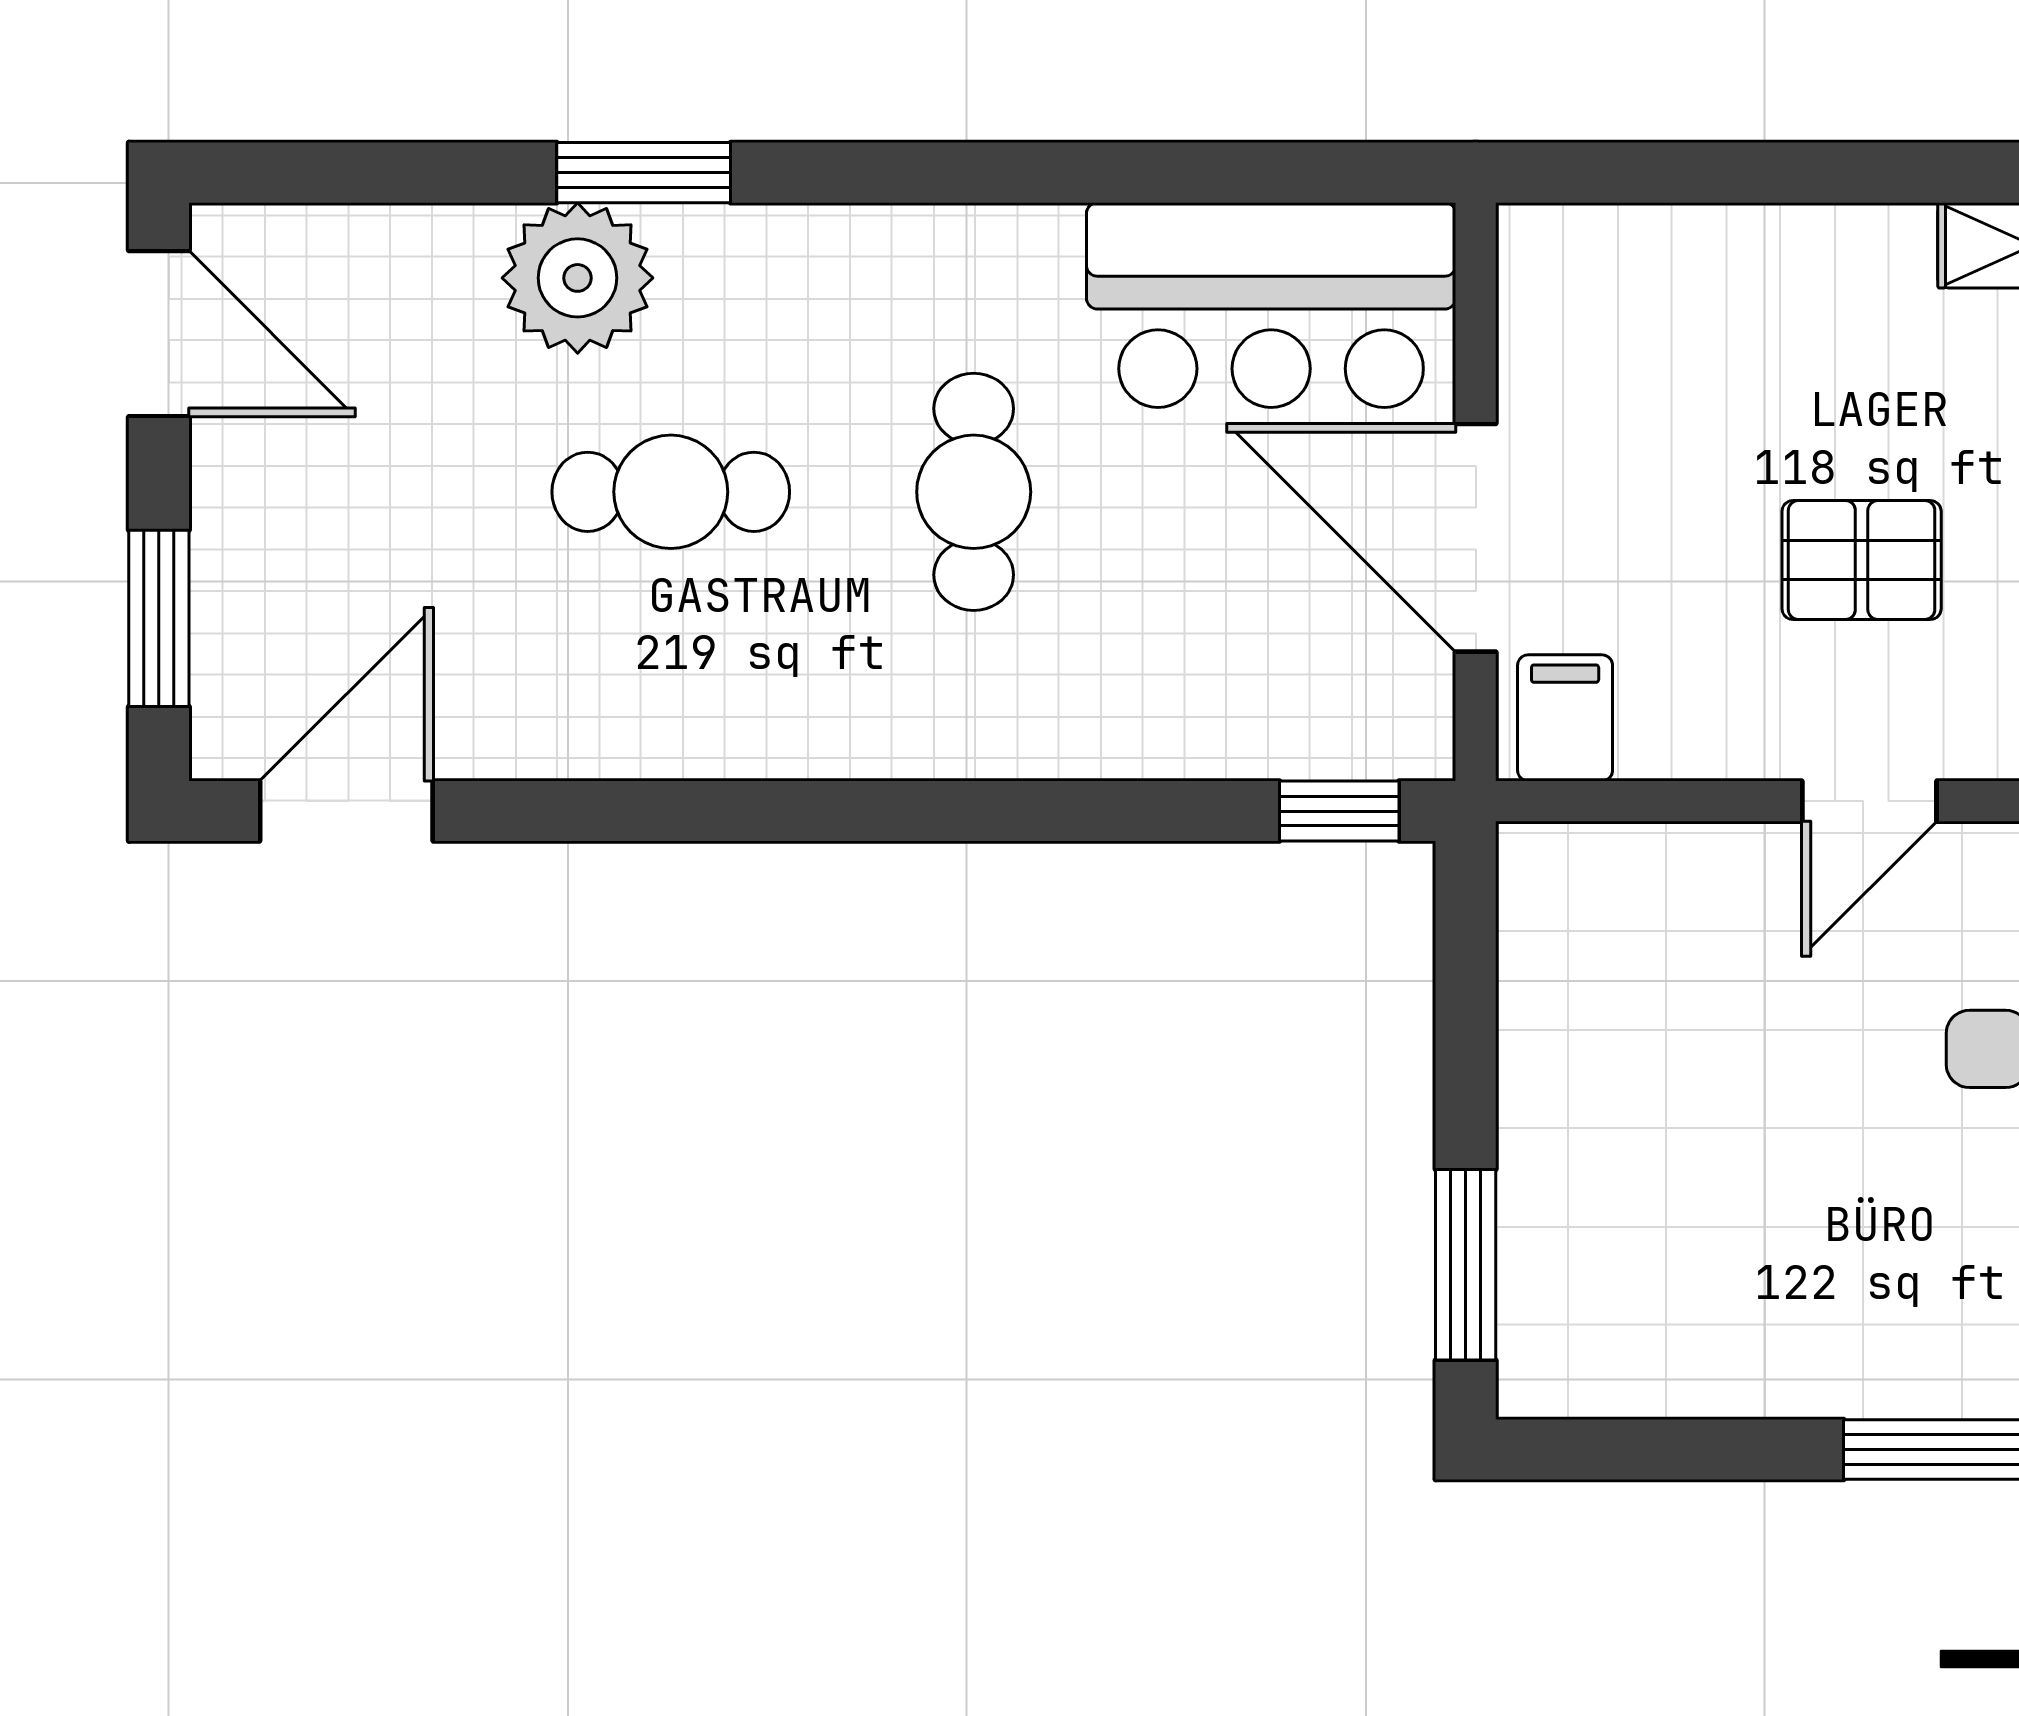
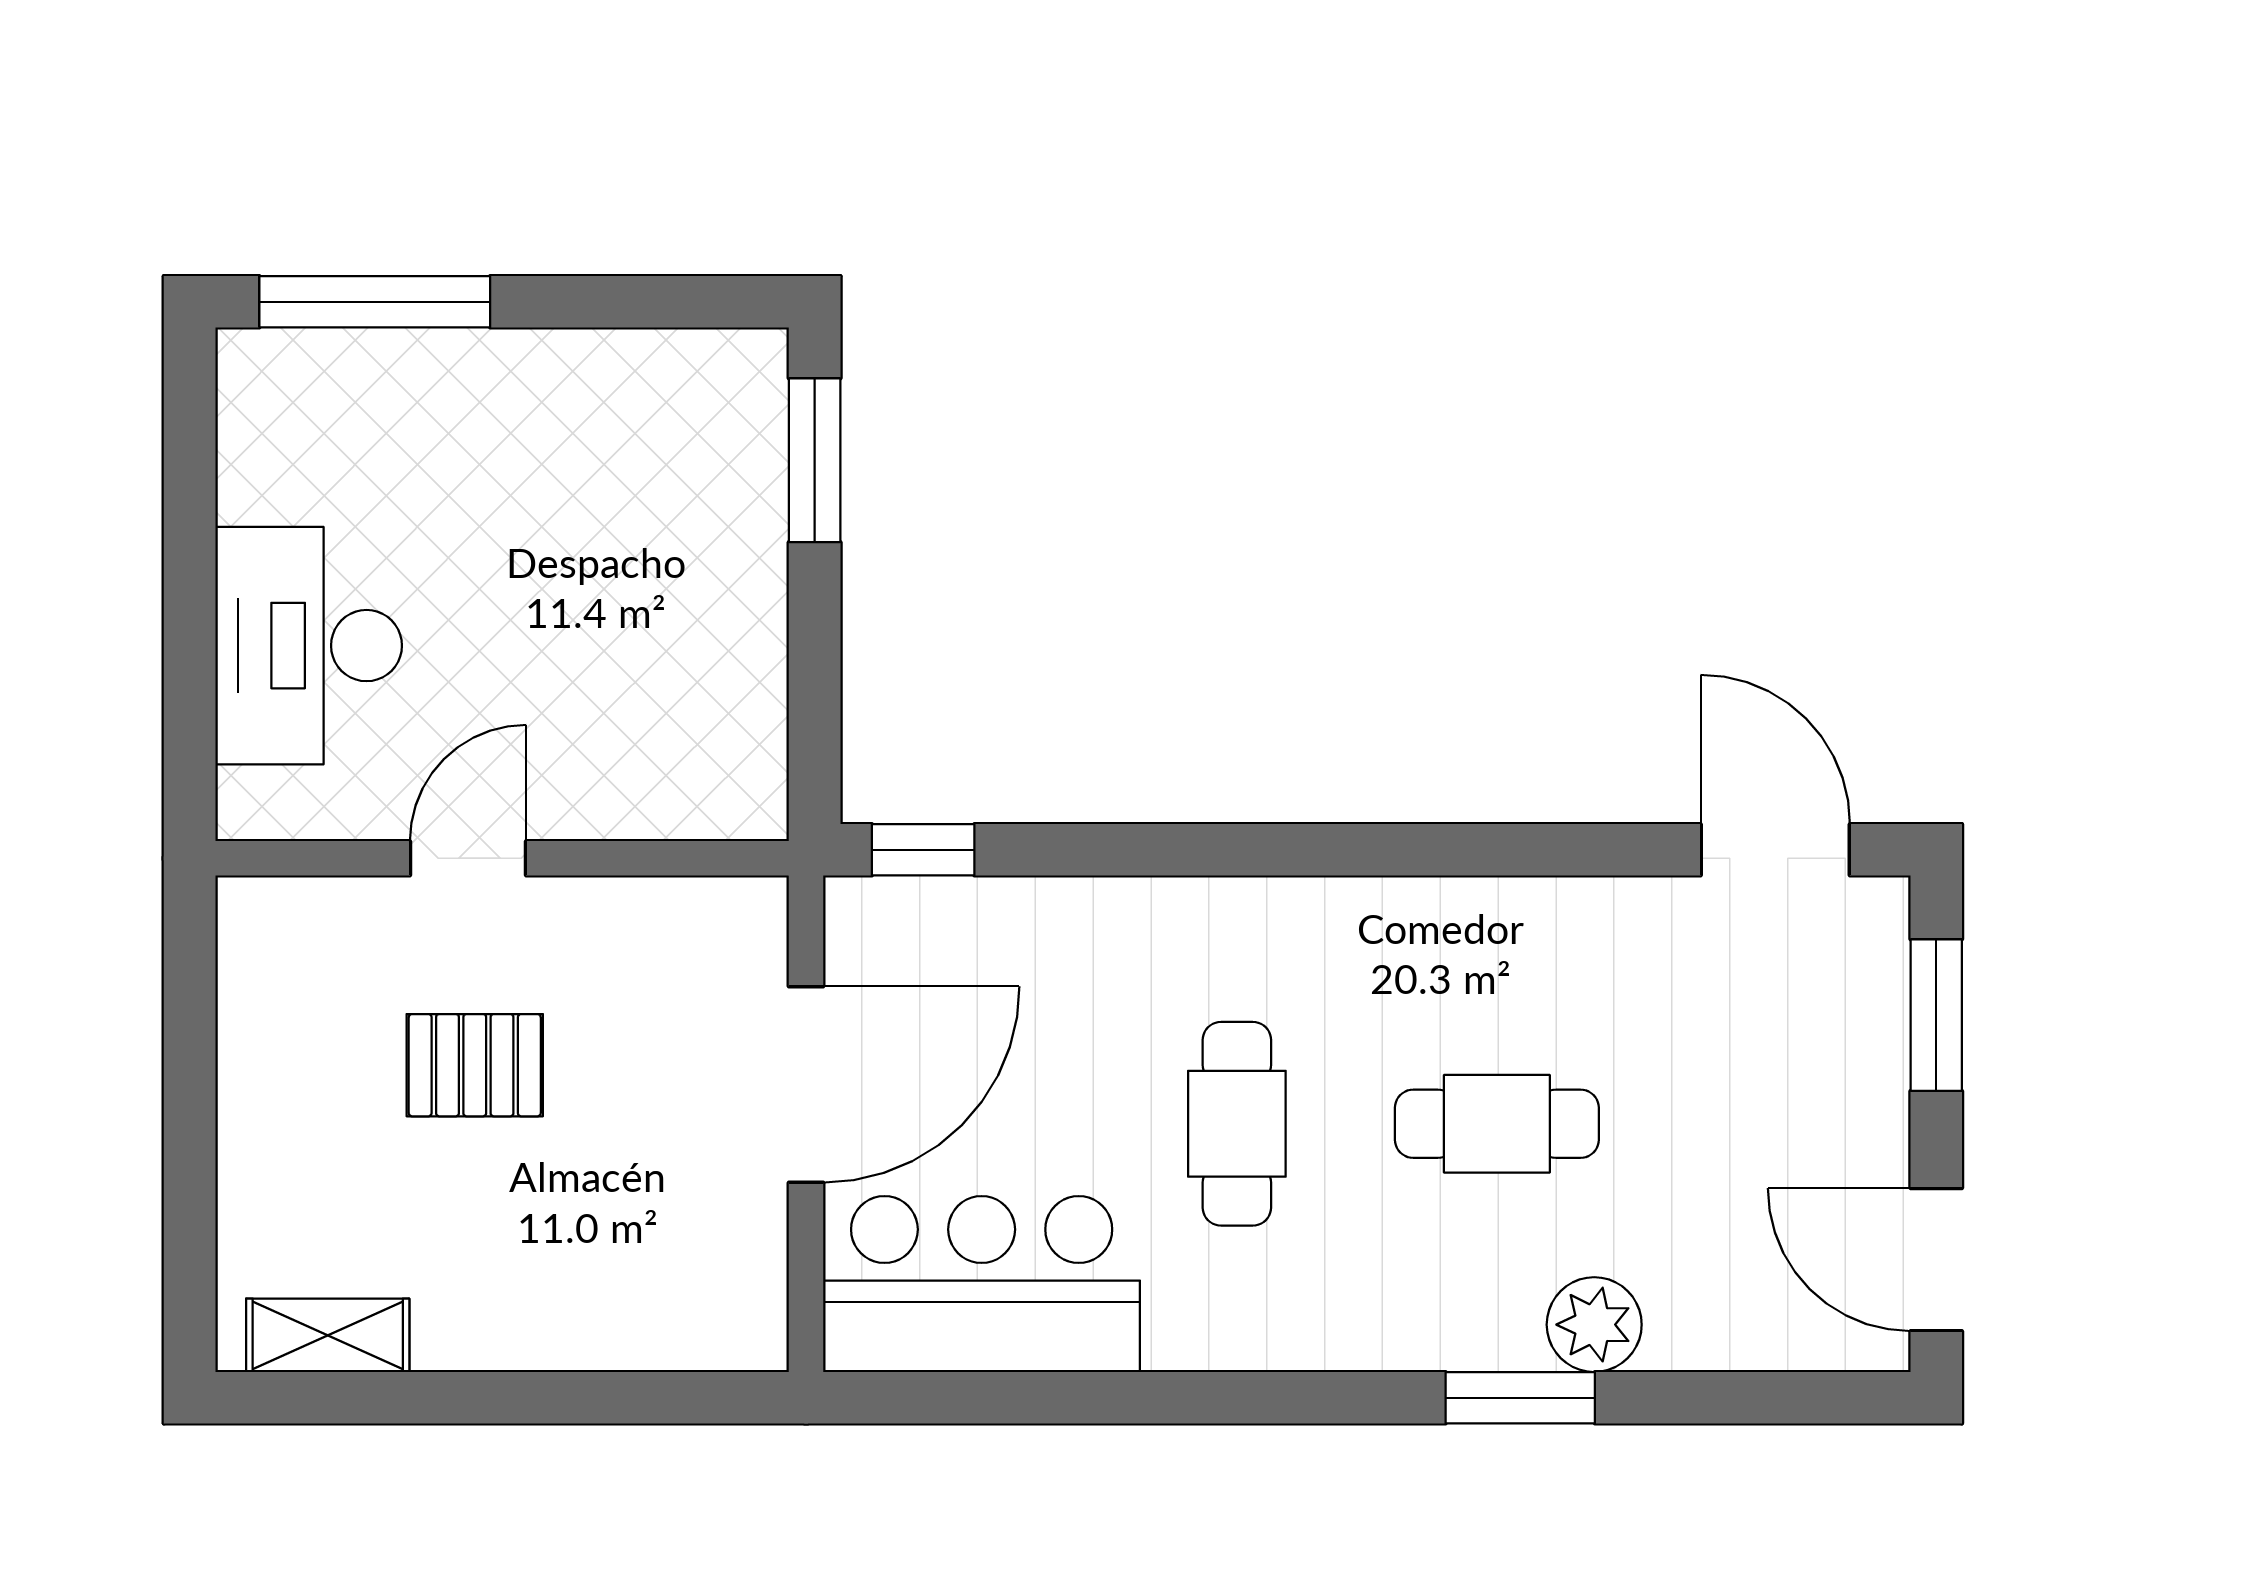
plant: (578, 278) -> (1594, 1325), width x0.73, depth x0.73
door: (1476, 538) -> (806, 1084), hinge flipped
filing cabinet: (1565, 718) -> (729, 930), removed
door: (346, 811) -> (1775, 850), swing flipped

